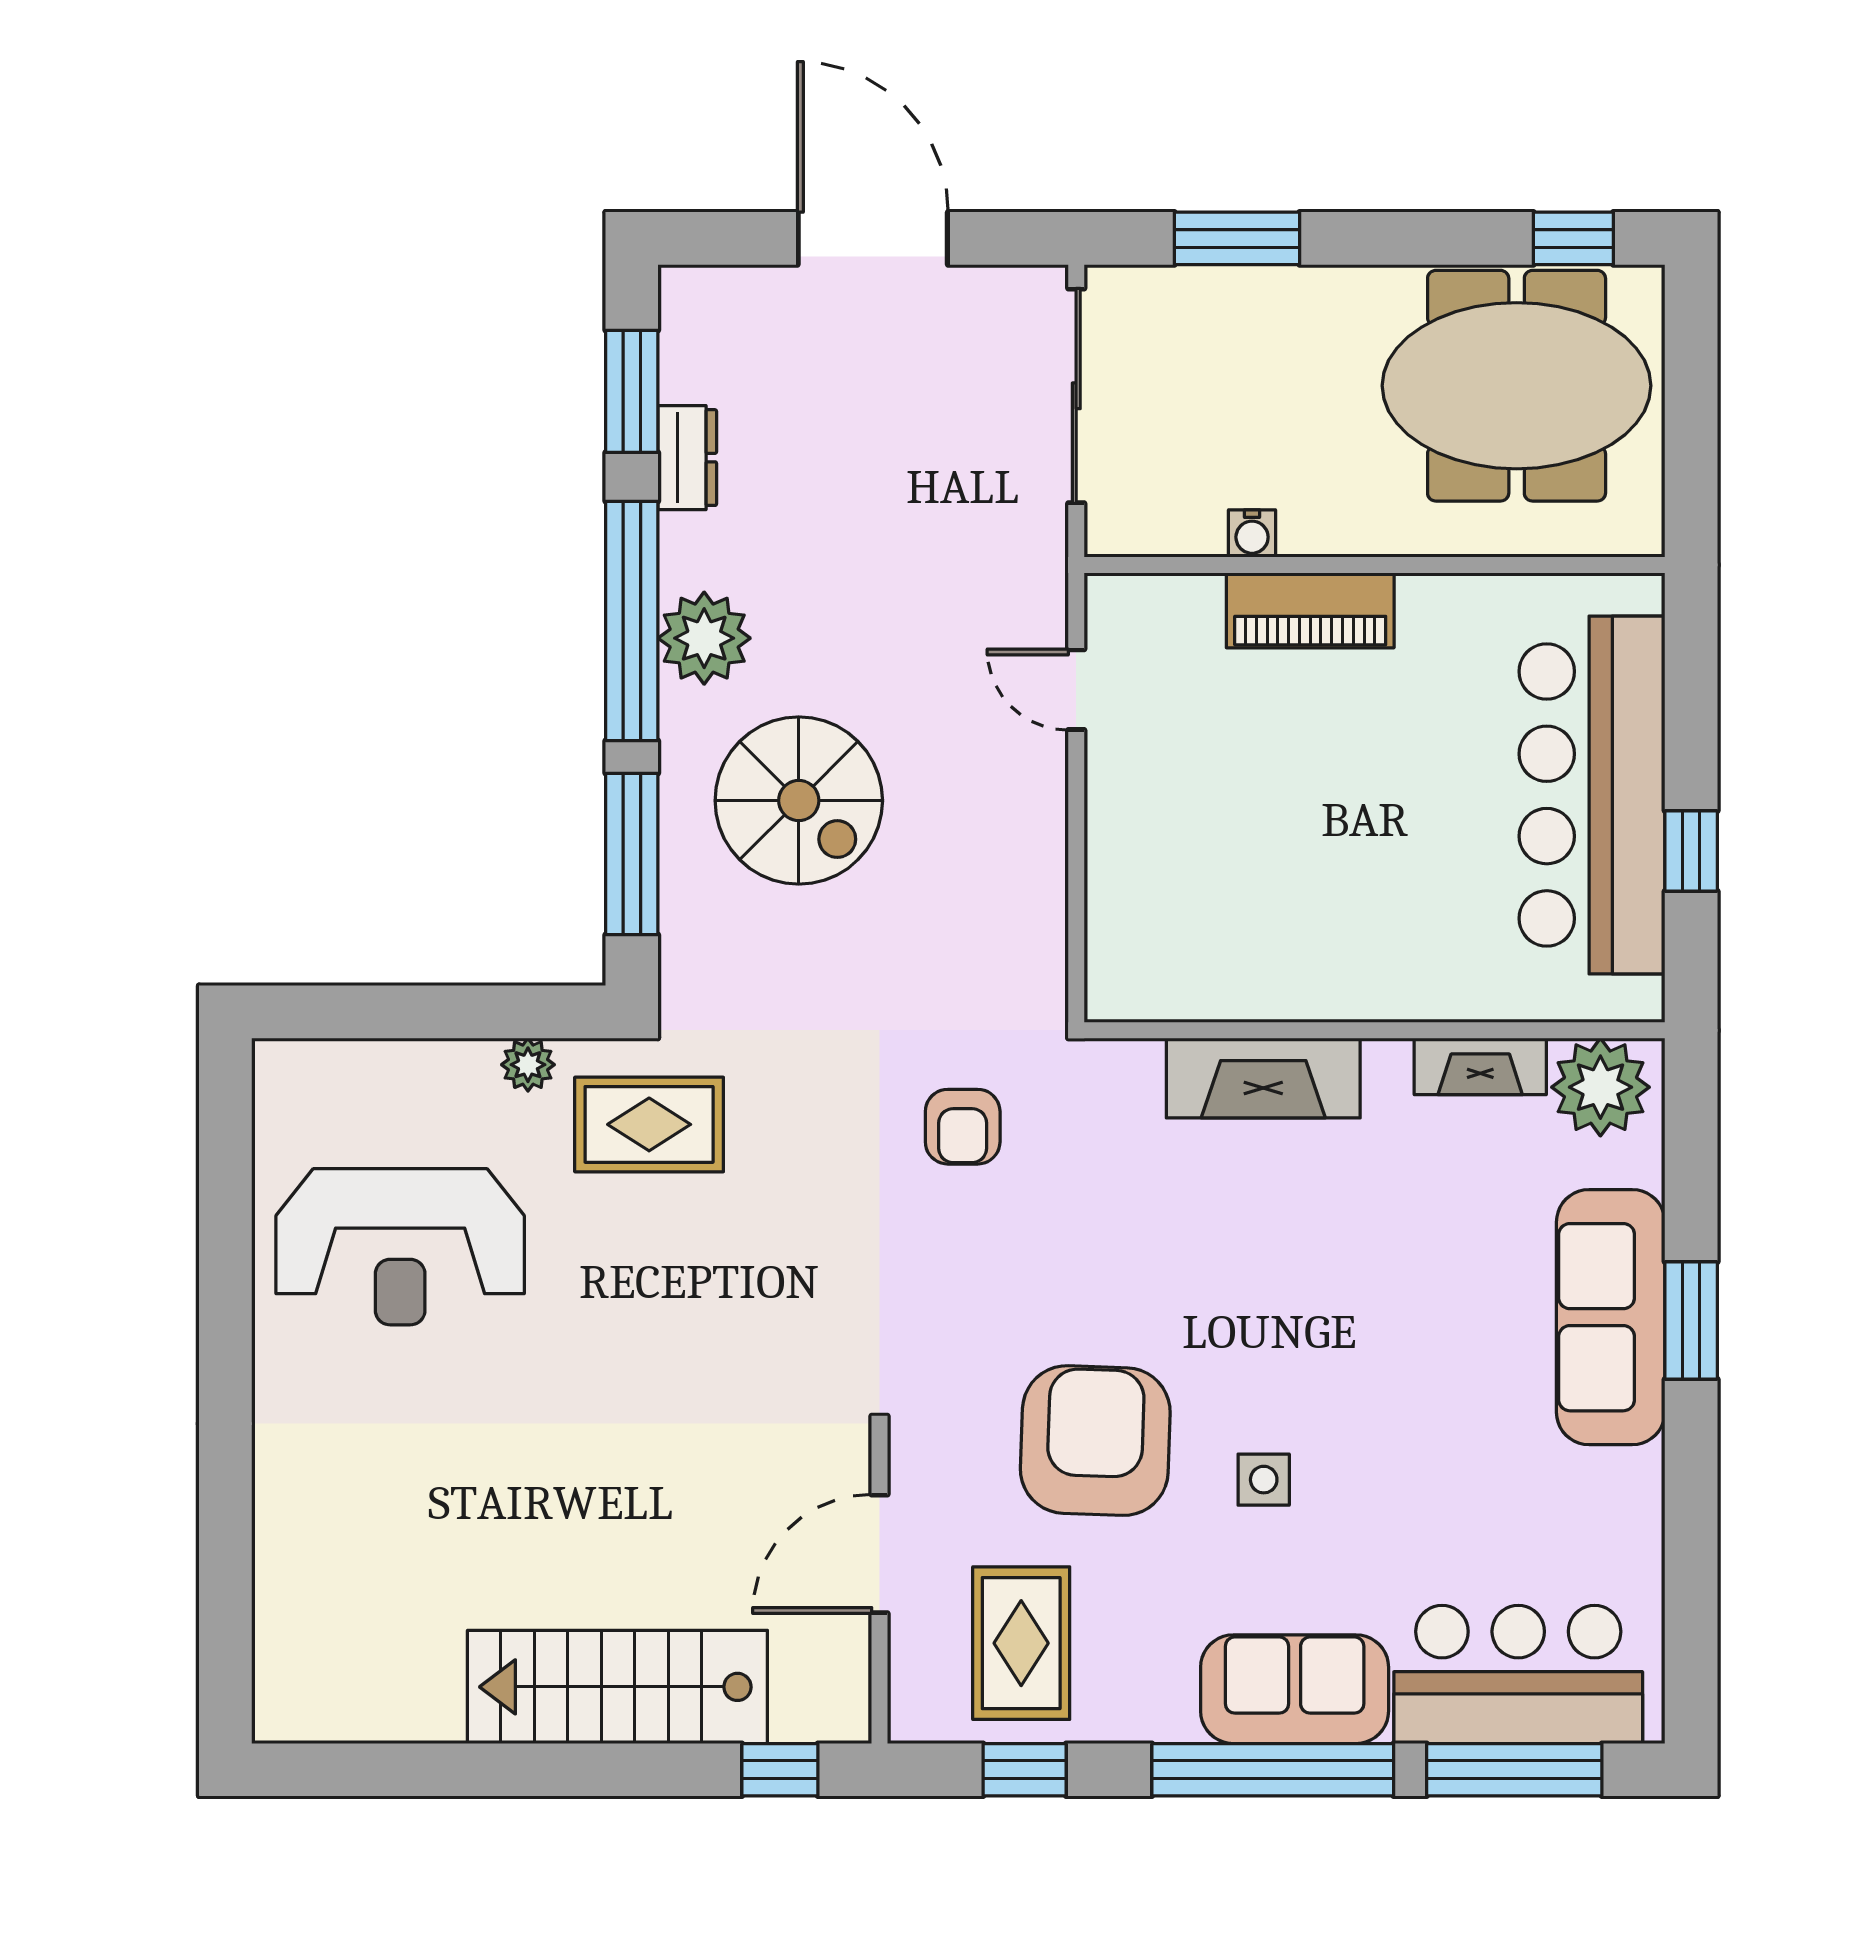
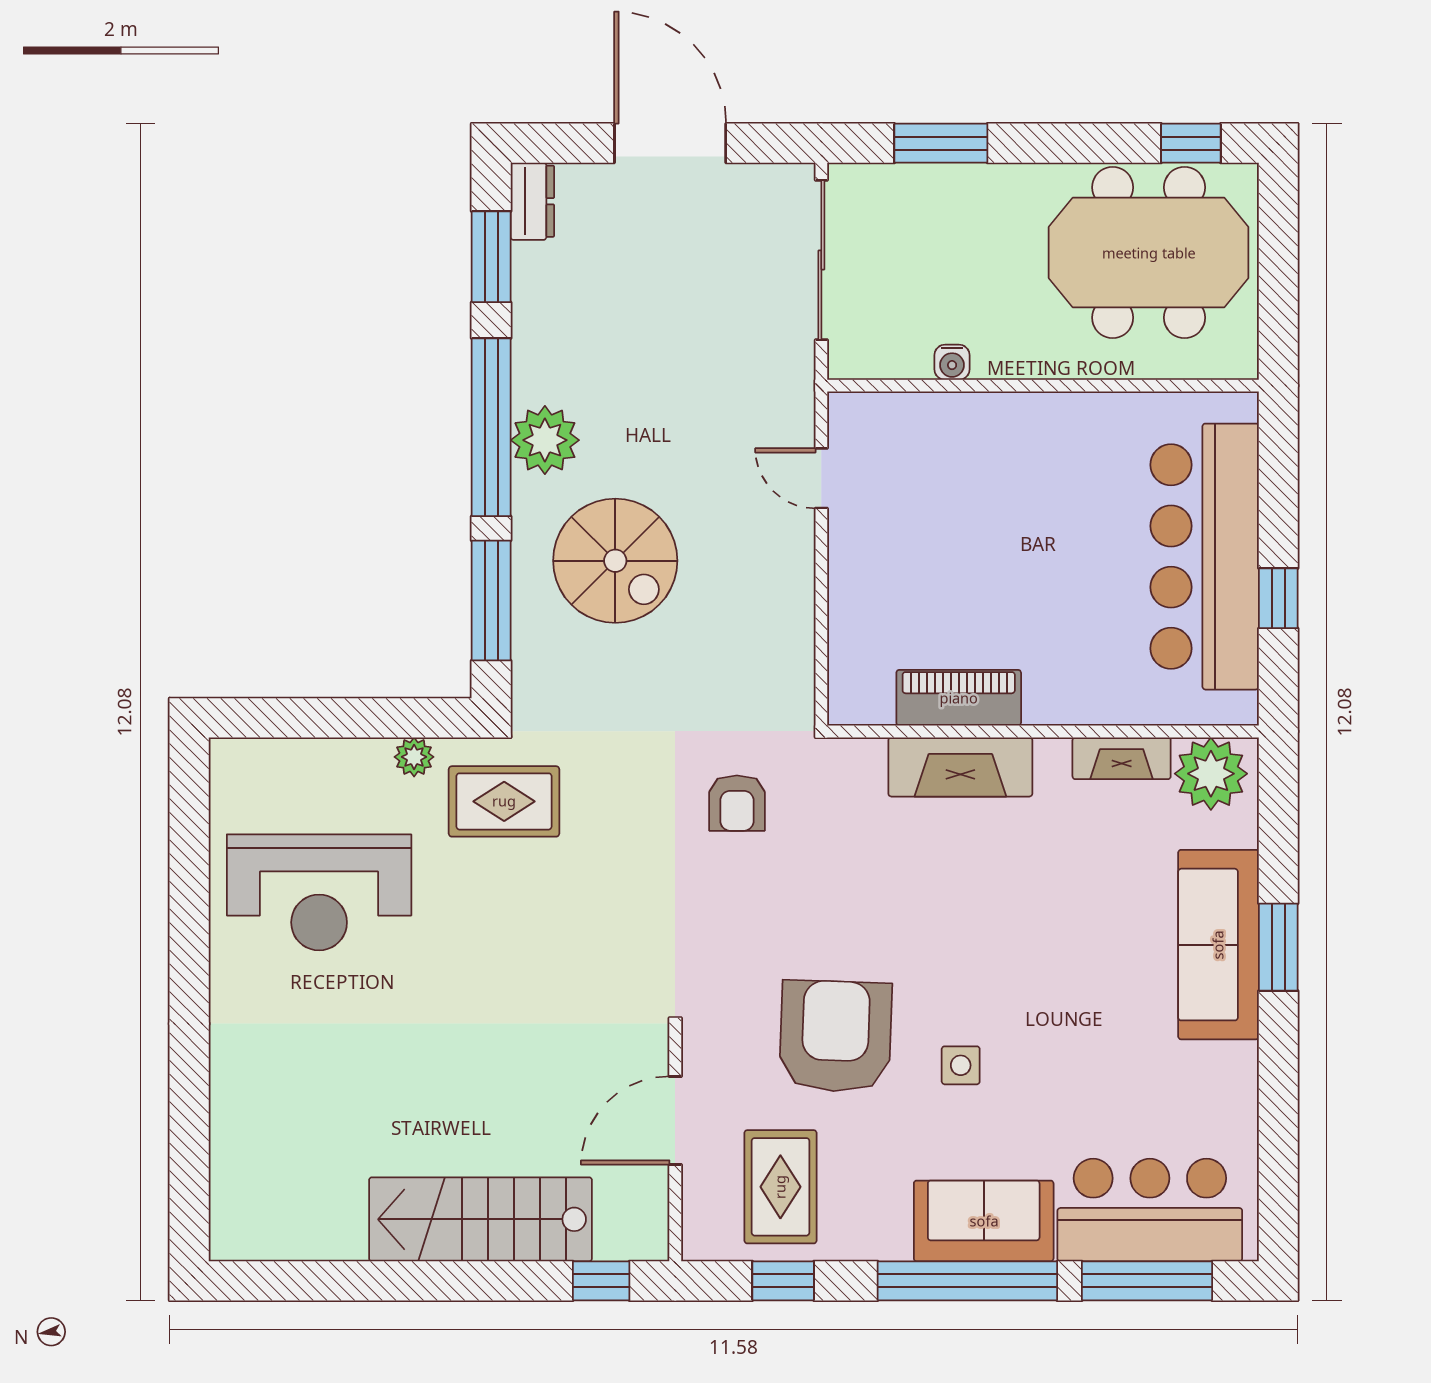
dresser: (687, 458) -> (532, 201), moved
piano: (1310, 610) -> (959, 698), moved, turned 180

